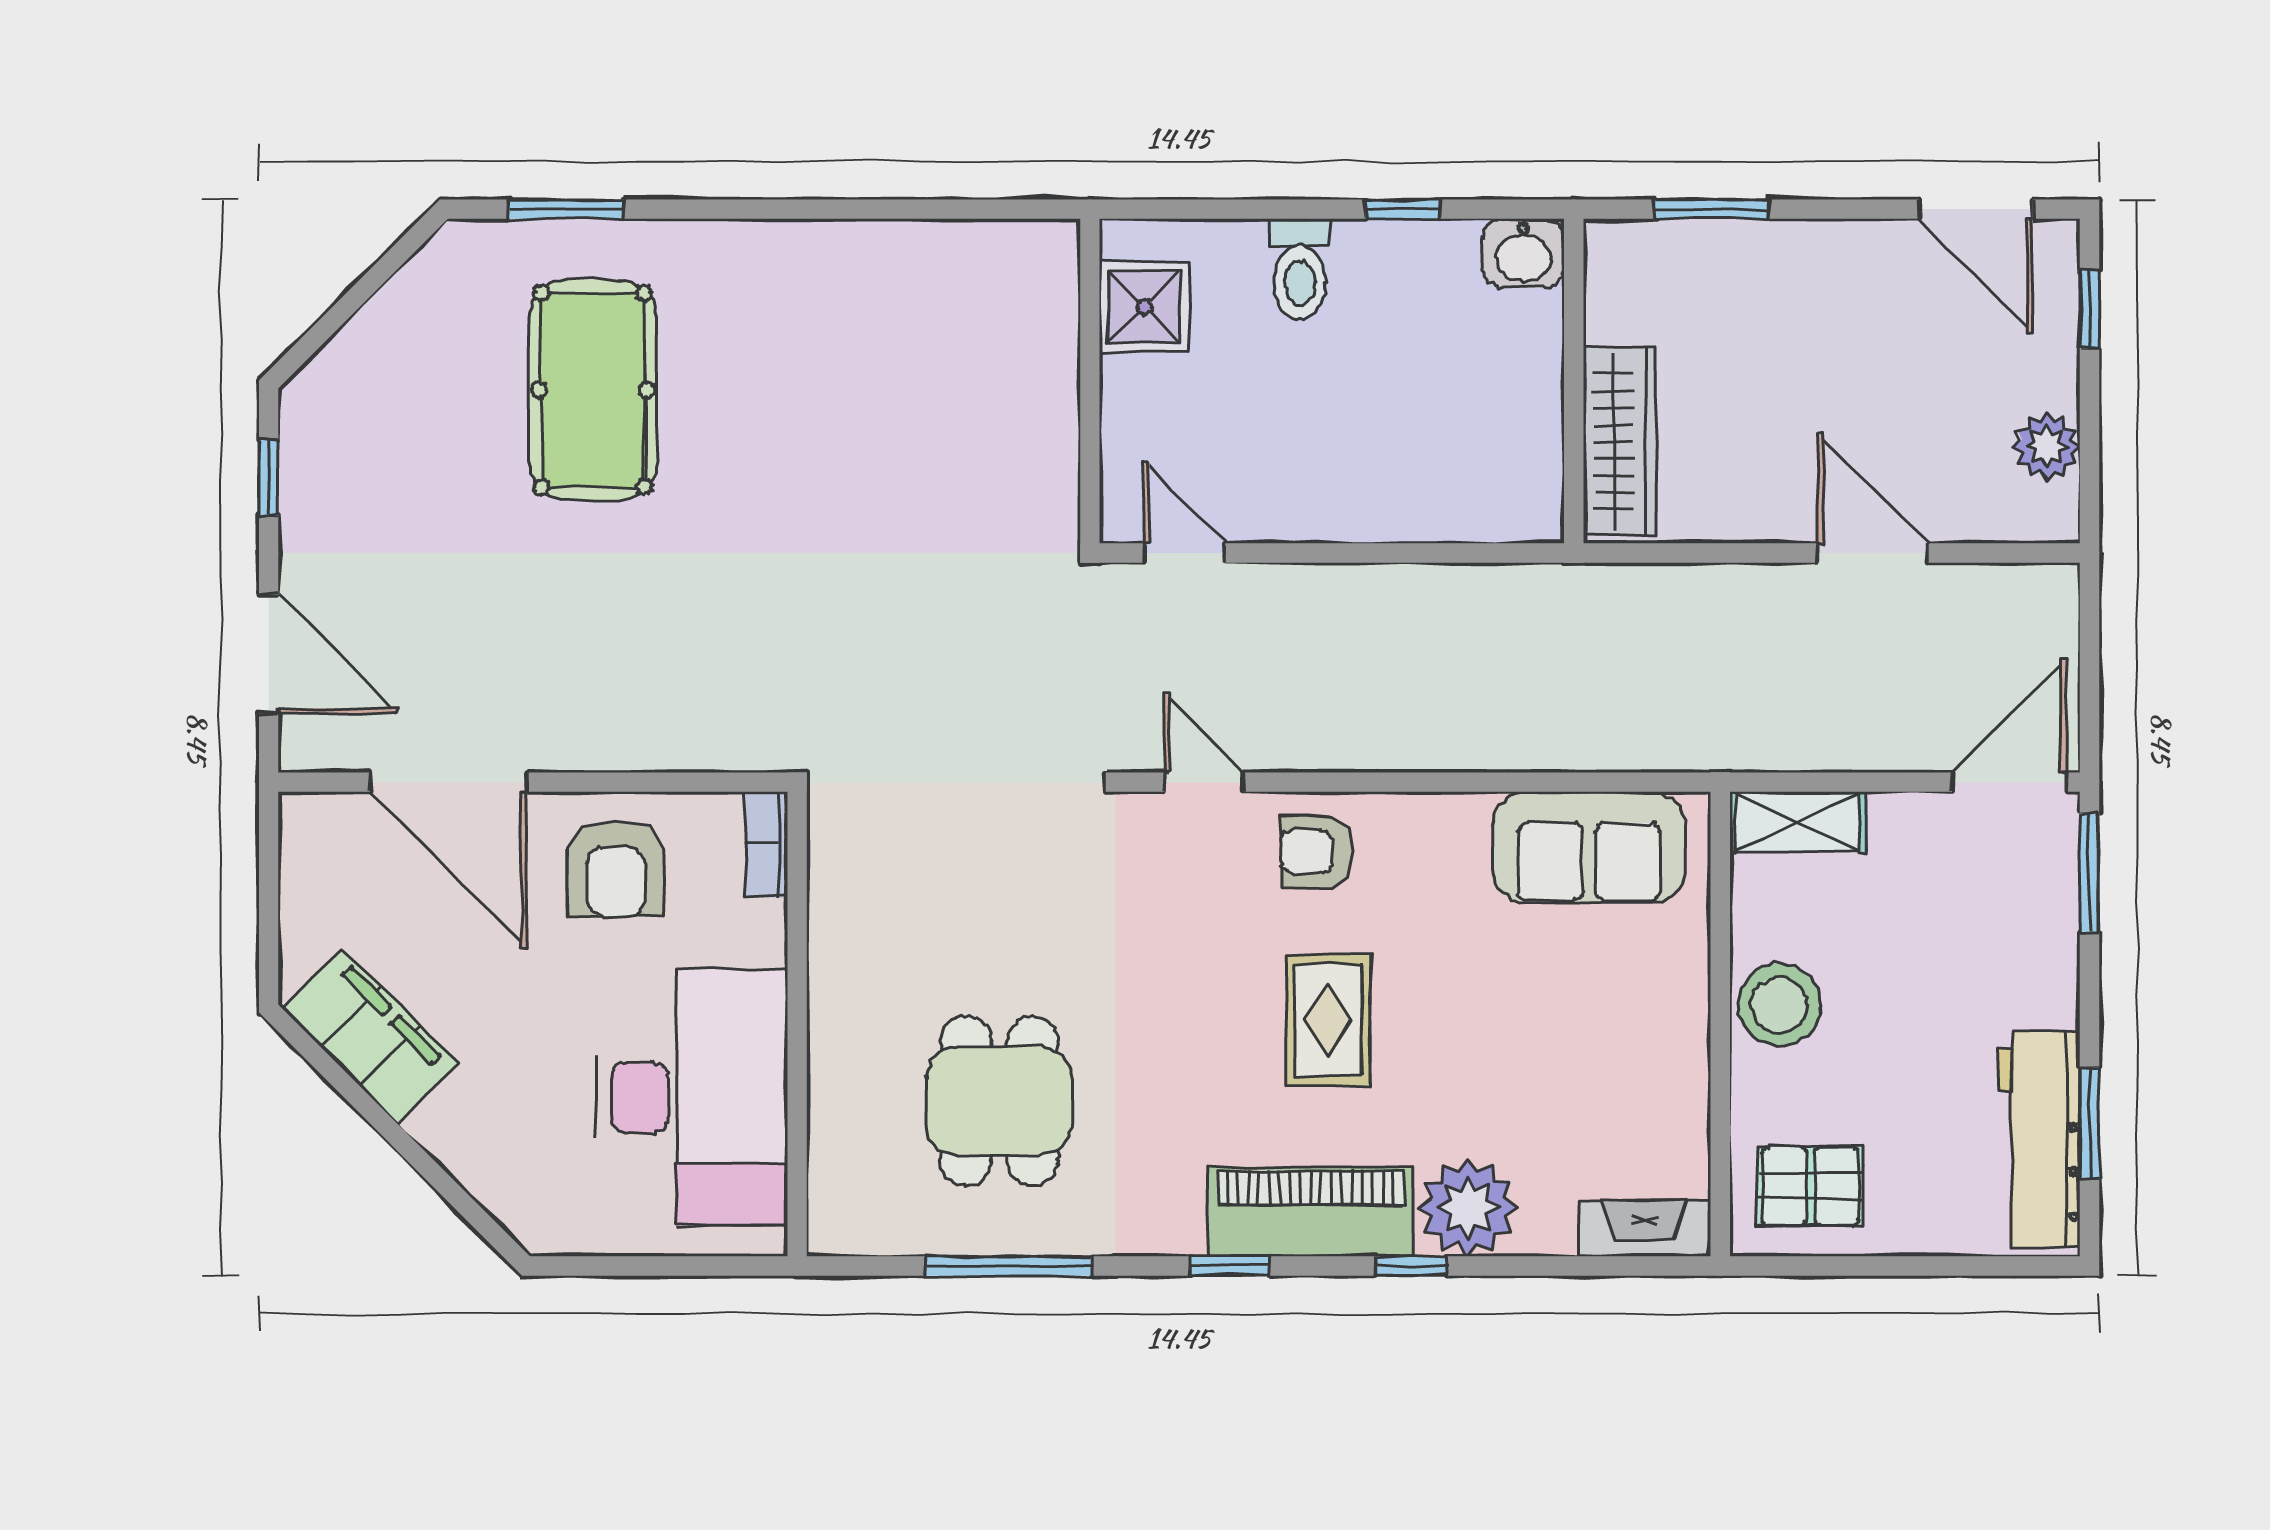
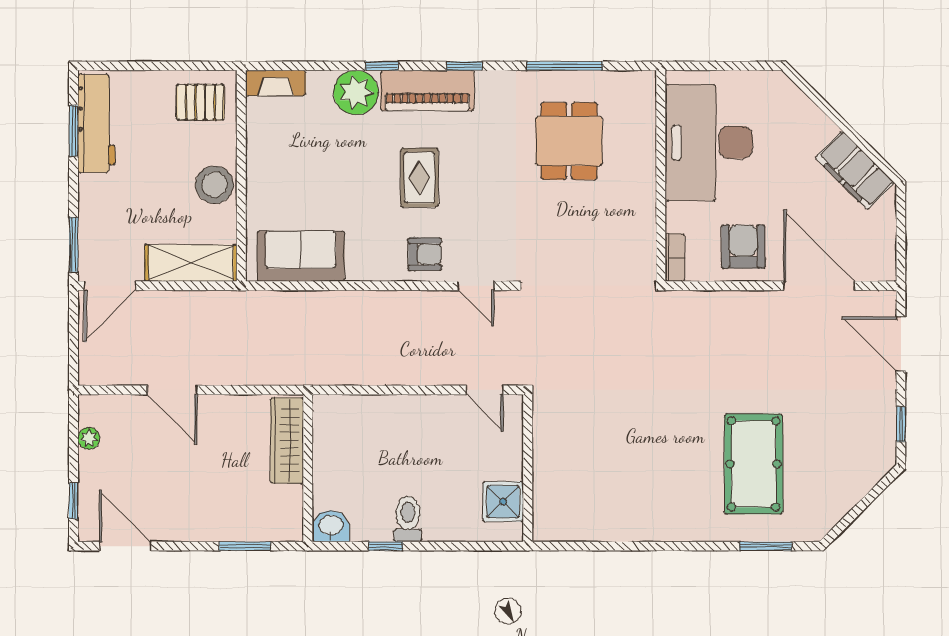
toilet: (1300, 269) -> (408, 519), moved
plant: (2047, 446) -> (89, 438), width x0.73, depth x0.73
shelving: (1797, 822) -> (191, 263), width x1.50, depth x1.33

